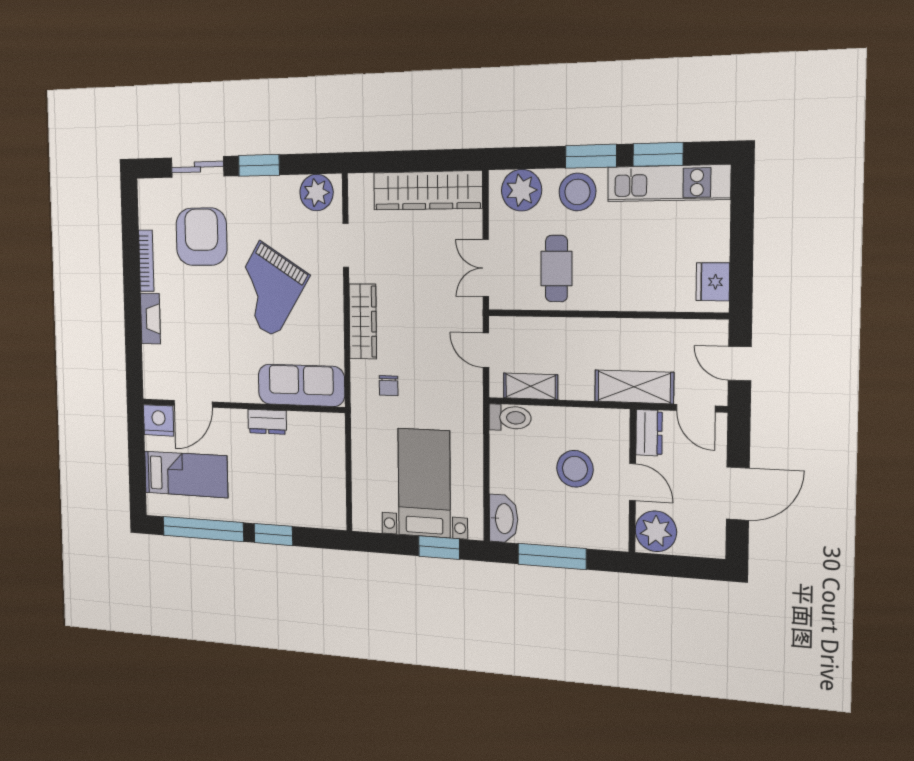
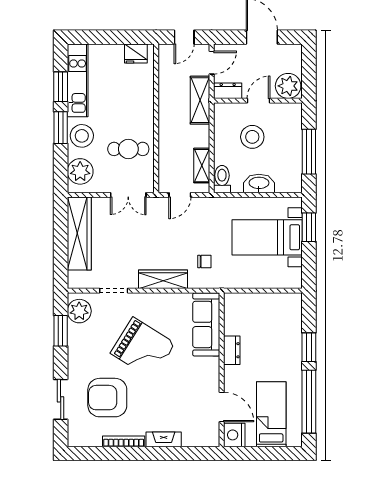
window: (259, 165) -> (61, 331), moved
washbasin: (503, 519) -> (259, 183), moved

